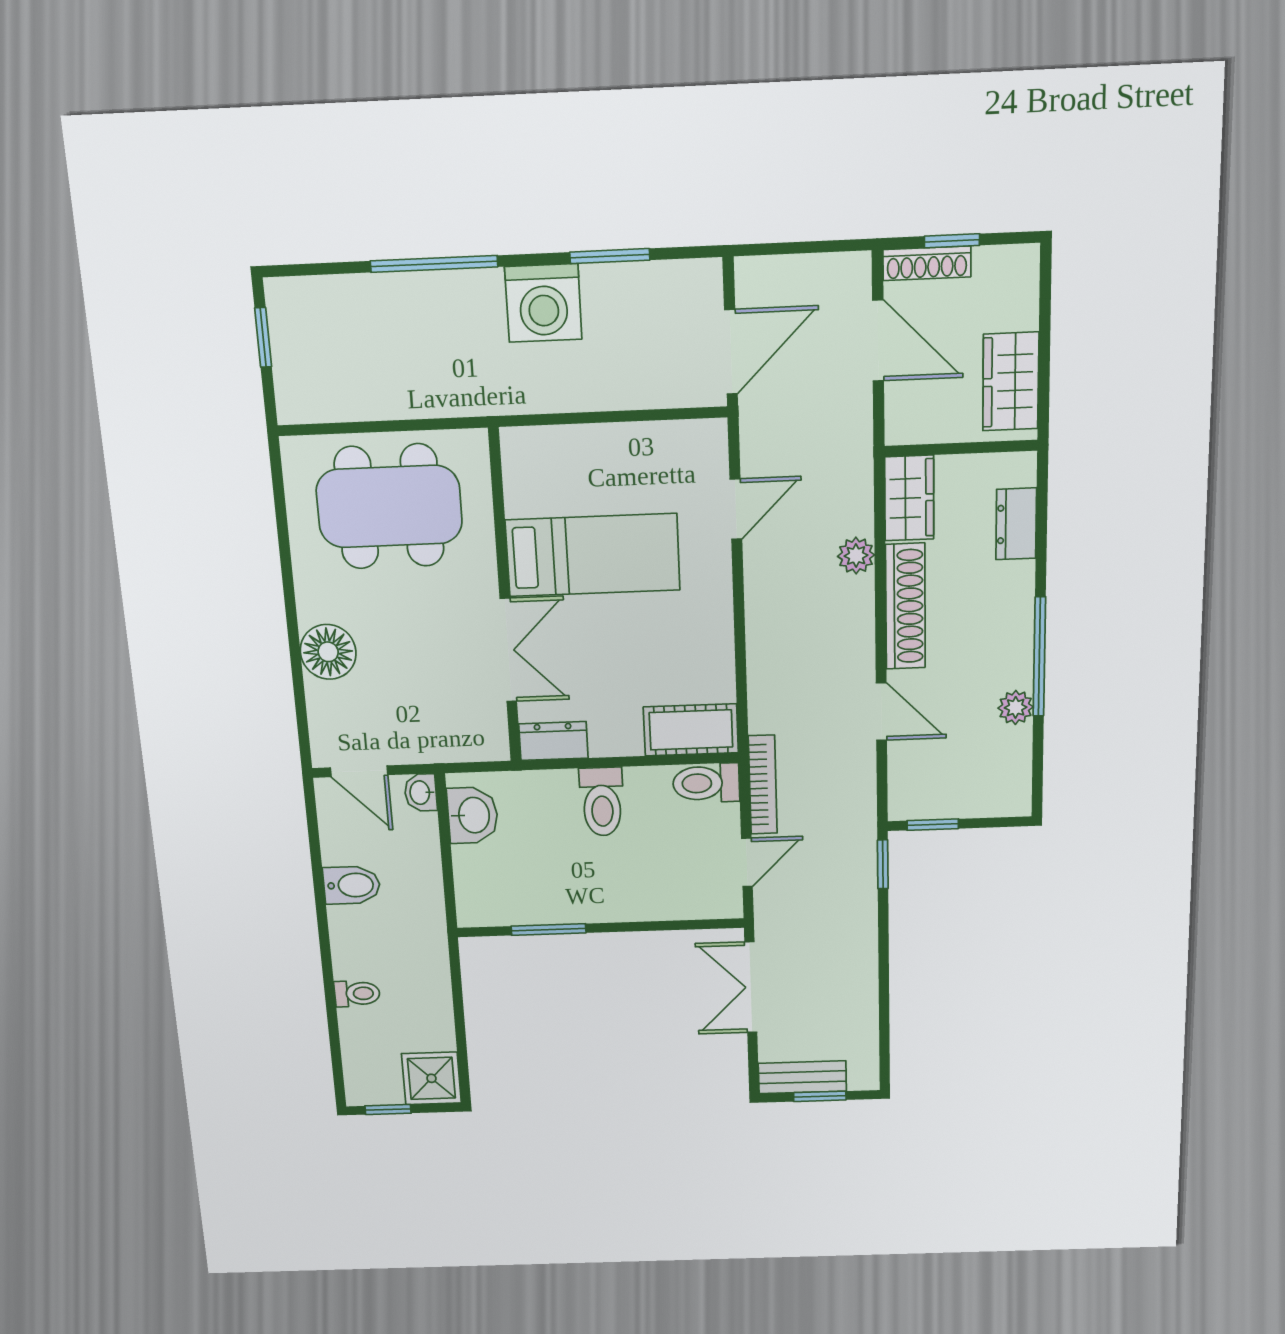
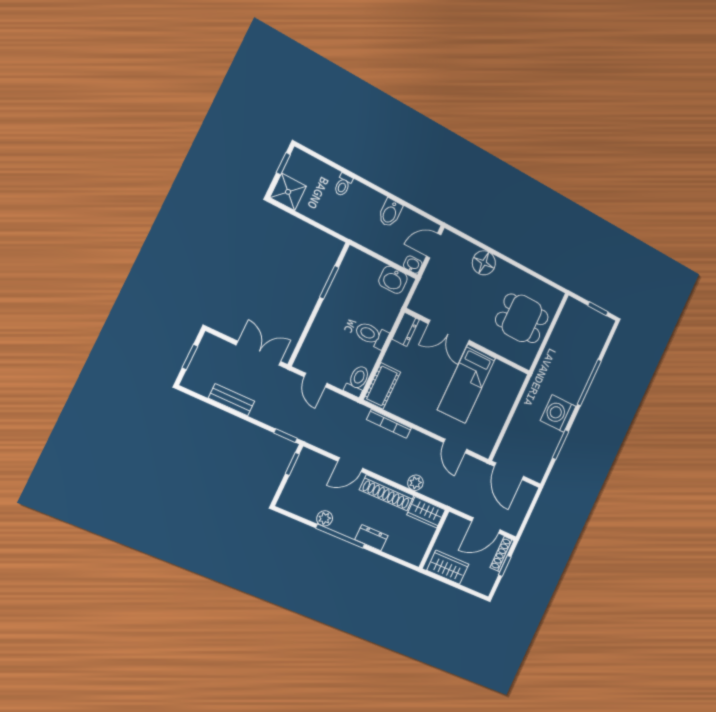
dining table: (389, 507) -> (522, 318), width x0.73
dresser: (1016, 524) -> (371, 538), moved
bookcase: (763, 785) -> (389, 424), moved
bench: (802, 1077) -> (231, 400), moved, turned 90

